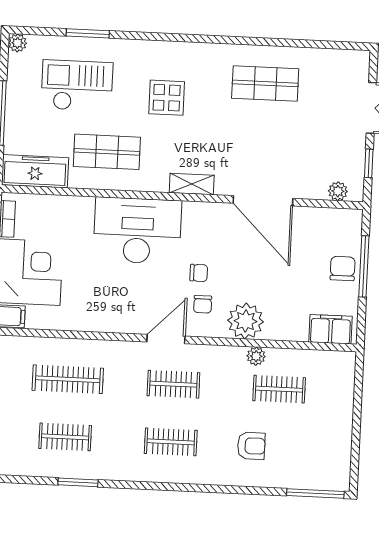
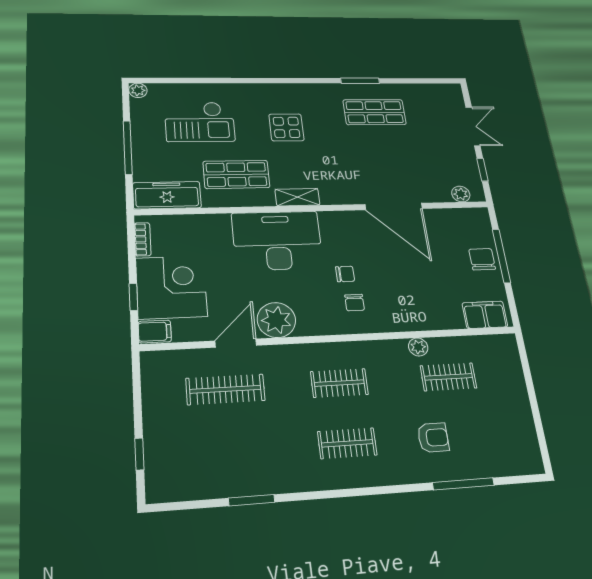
window: (88, 33) -> (360, 81), moved
checkout: (77, 86) -> (200, 122), turned 180
shelving: (192, 184) -> (297, 197), moved
plant: (246, 321) -> (276, 320), moved
door: (166, 339) -> (236, 343), moved
clothes rail: (65, 437) -> (230, 451), removed
window: (315, 494) -> (463, 484), moved

